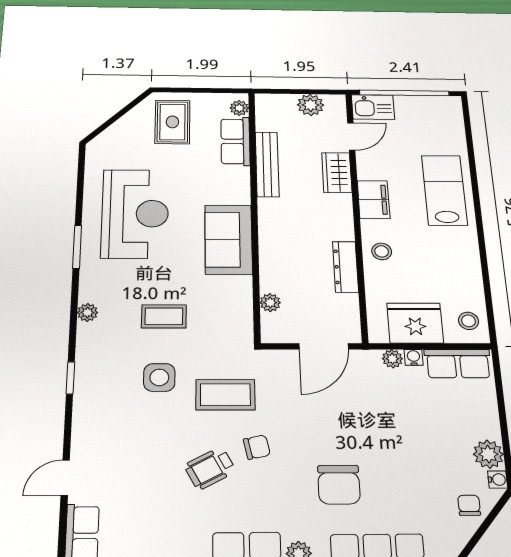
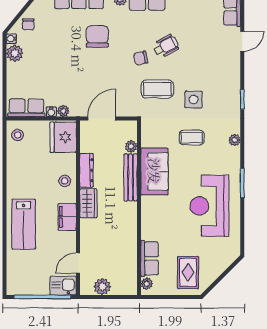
bench: (267, 164) -> (131, 177), moved
wardrobe: (337, 173) -> (88, 203), moved
sofa: (229, 239) -> (154, 171), moved
fridge: (415, 323) -> (63, 137), moved, turned 90

